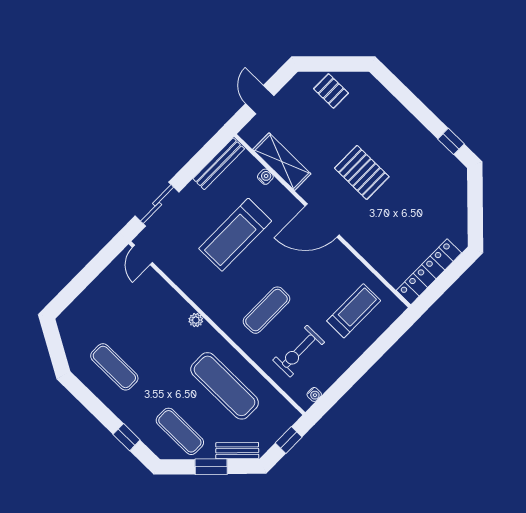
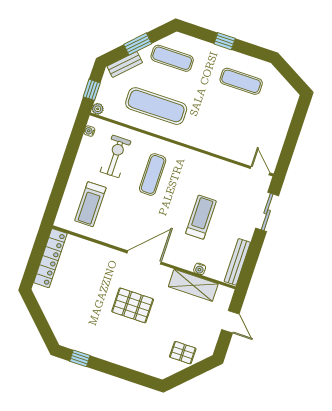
treadmill: (235, 235) -> (201, 217), width x0.73, depth x0.73
plant: (196, 320) -> (98, 109), moved
window: (127, 437) -> (225, 41), moved

